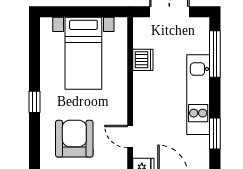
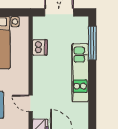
window: (215, 133) -> (92, 101), removed

